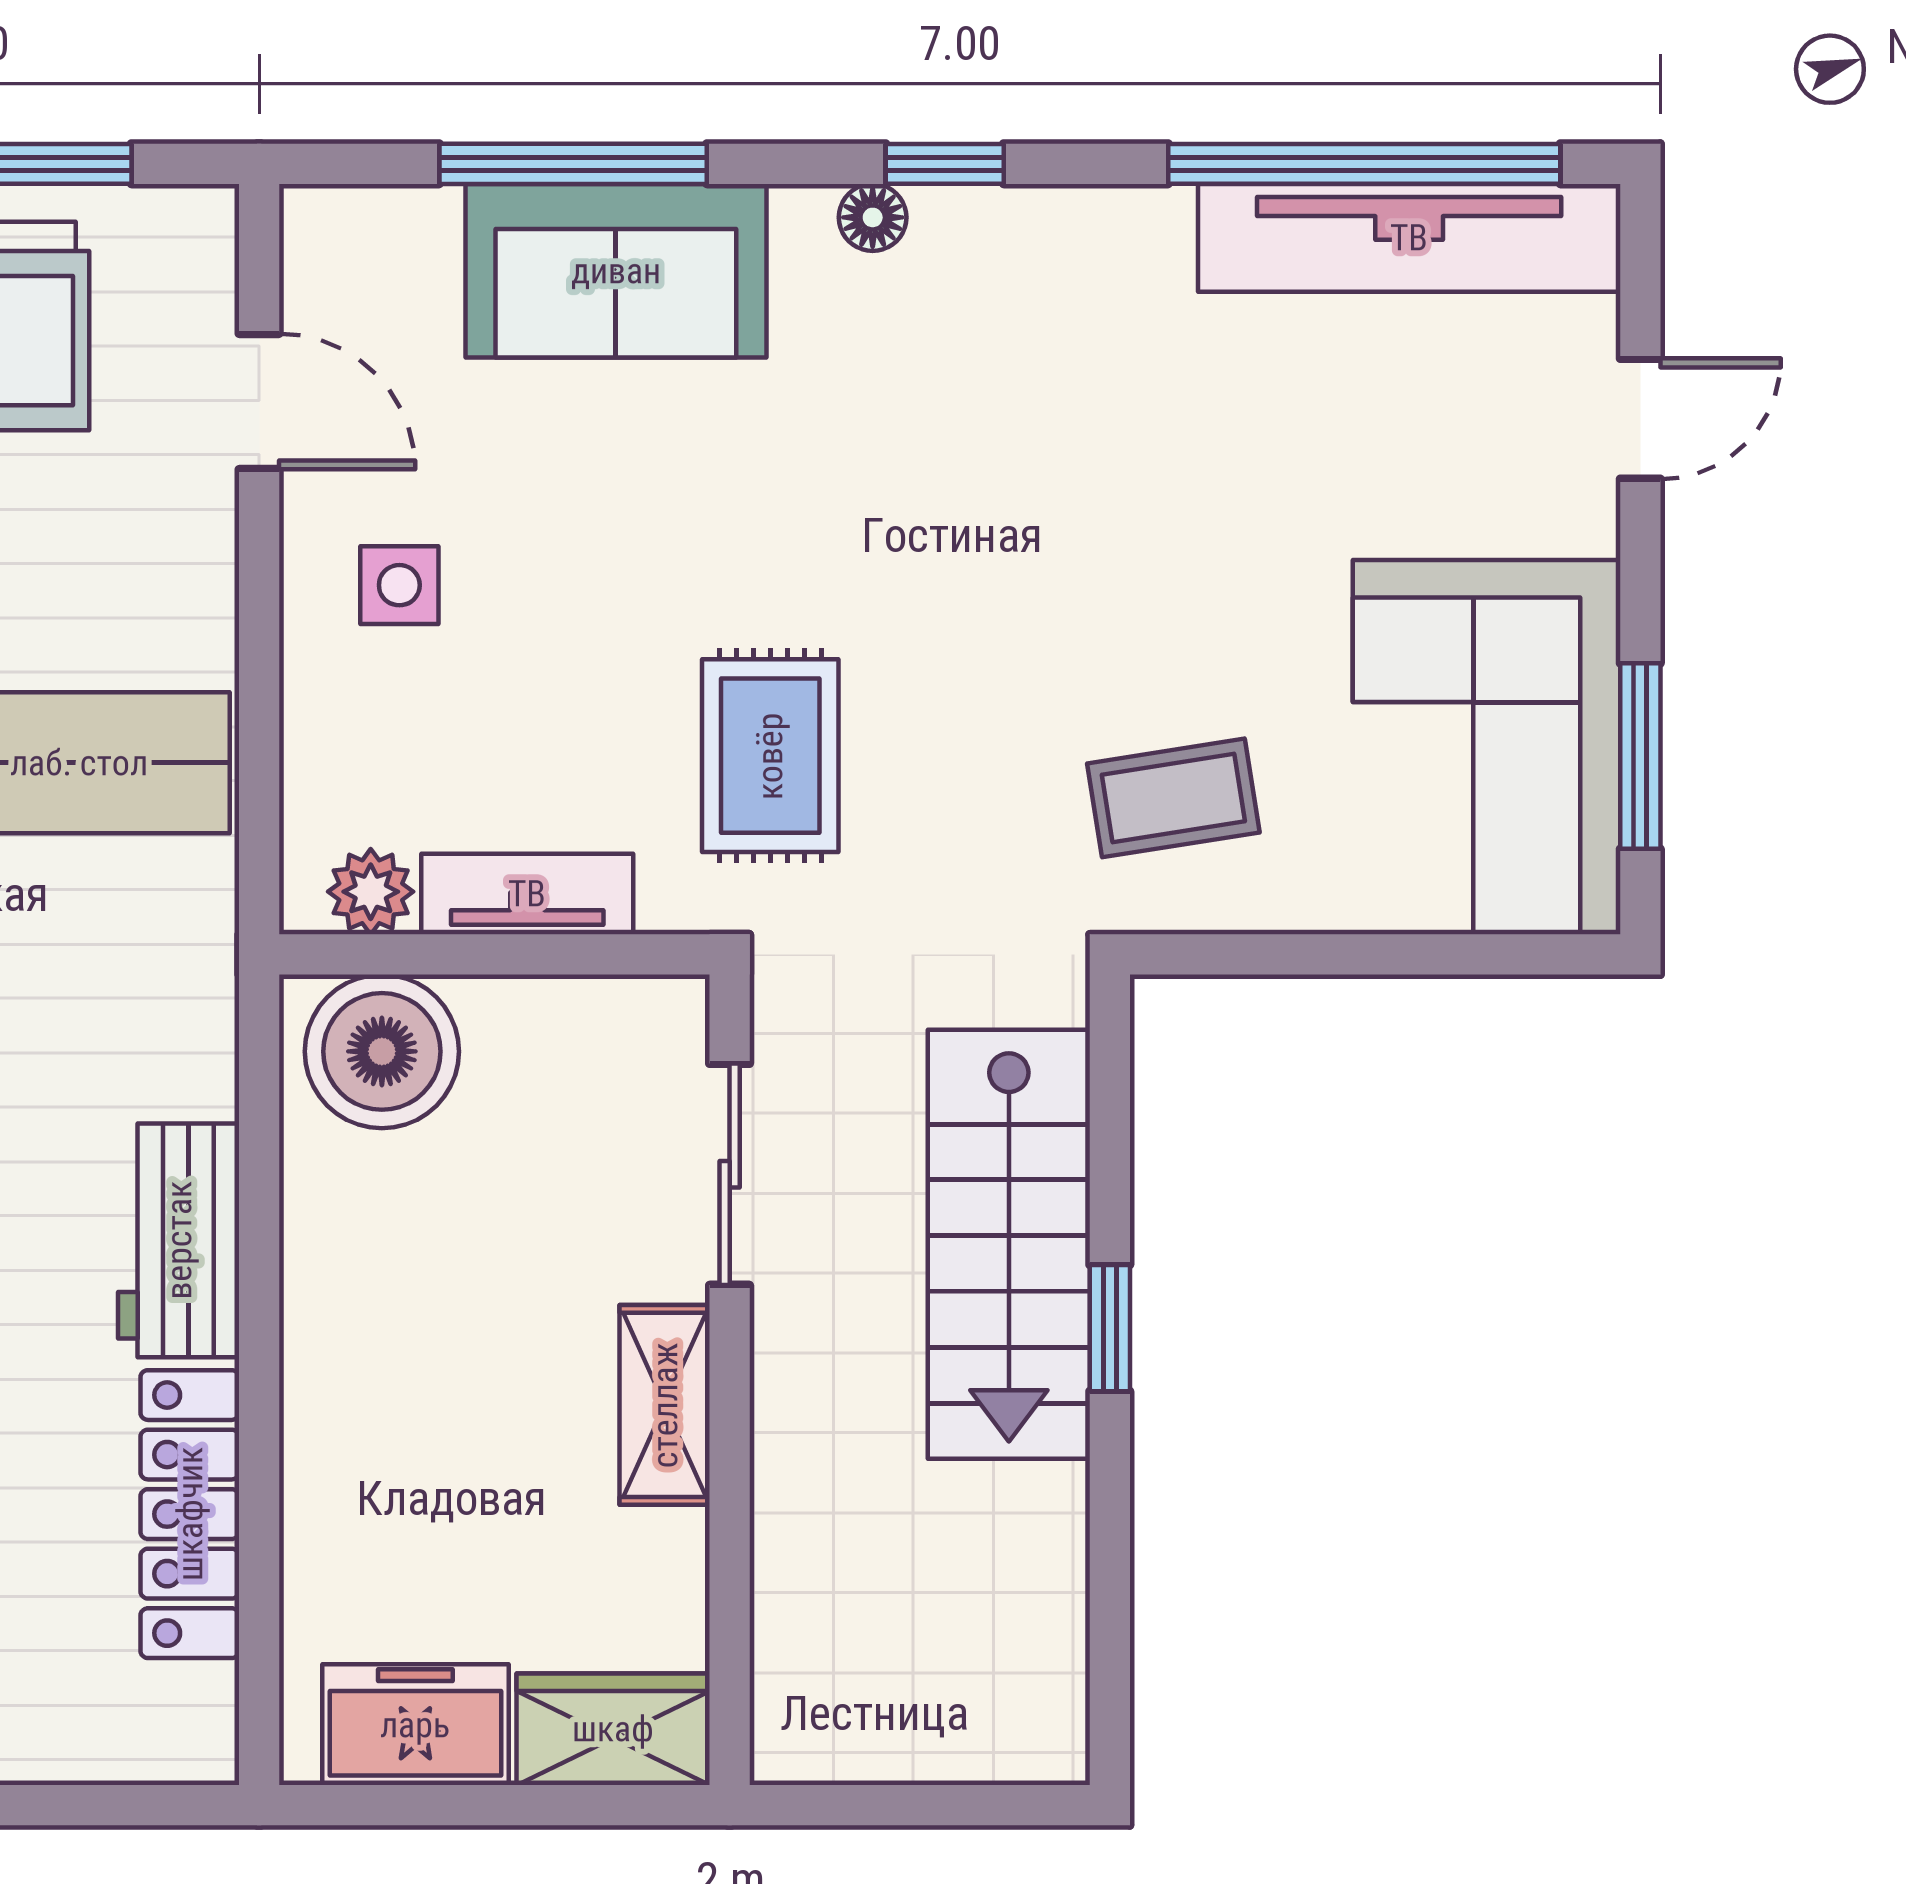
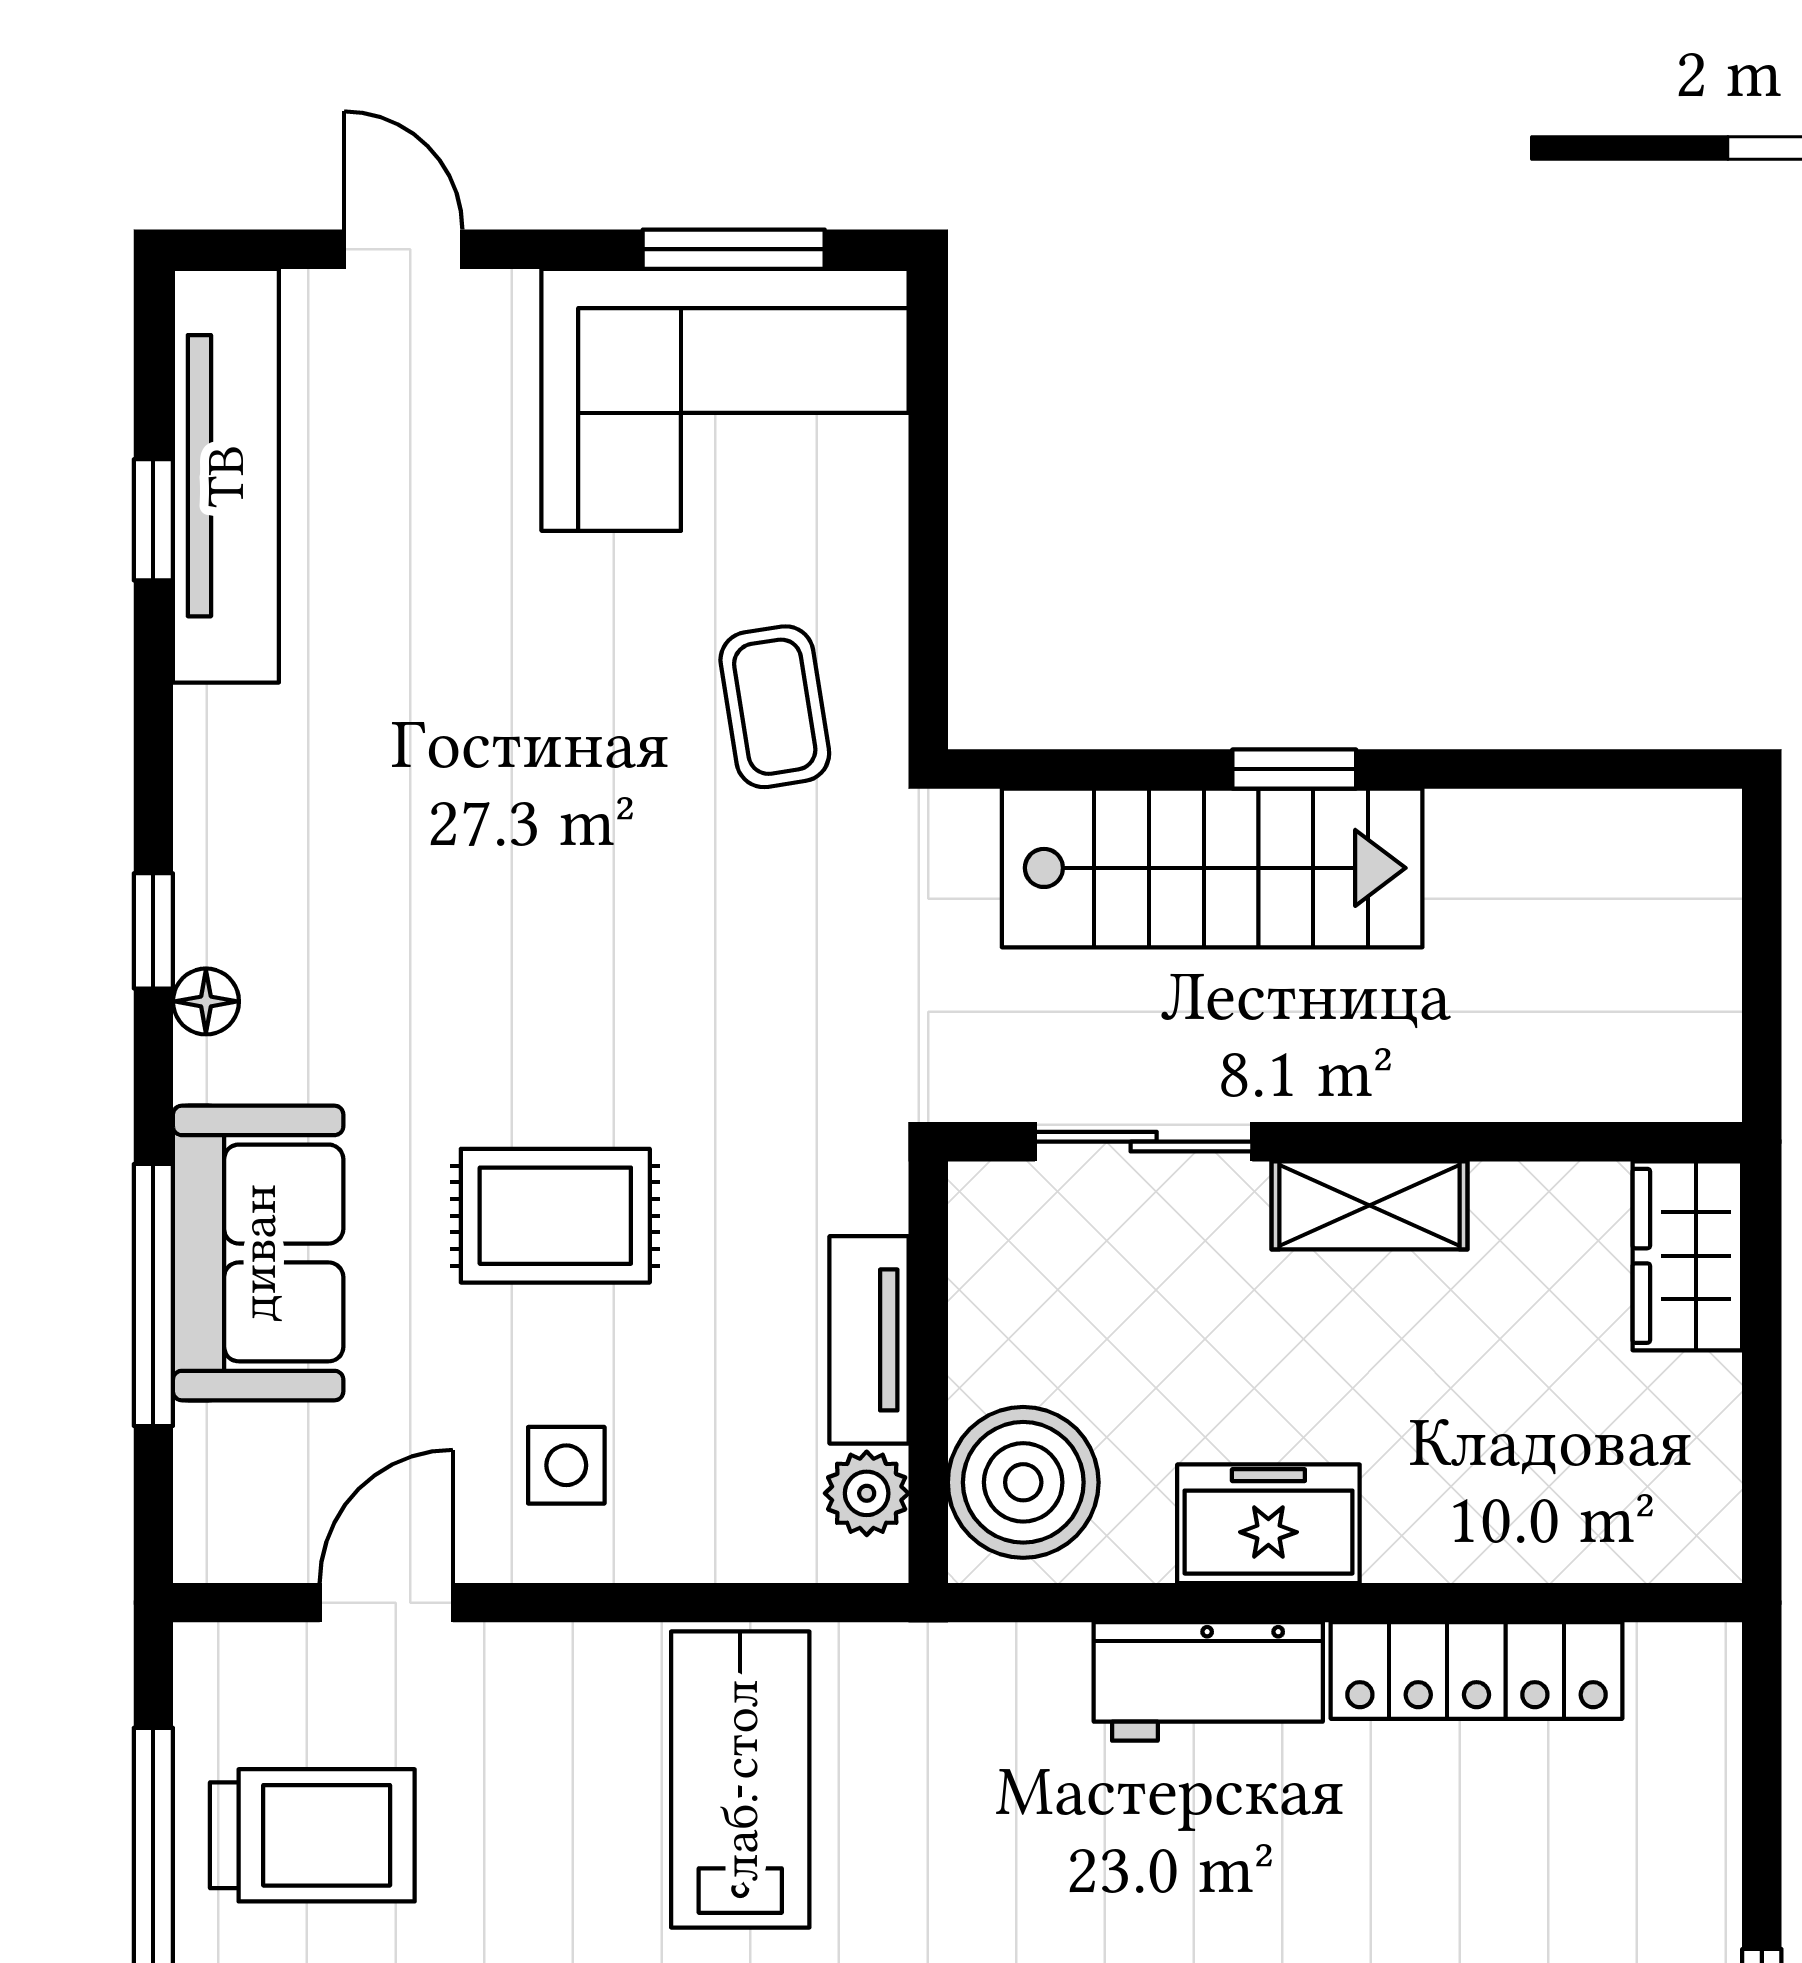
window: (1364, 164) -> (153, 520), width x0.32
rug: (770, 756) -> (555, 1216), moved
freezer: (415, 1725) -> (1268, 1524), moved, turned 90

